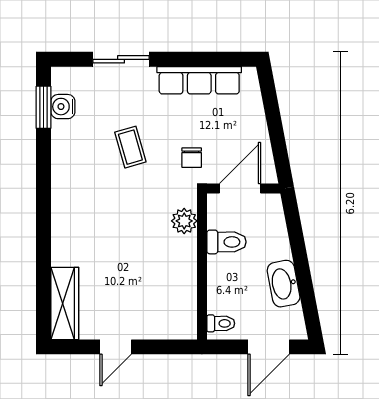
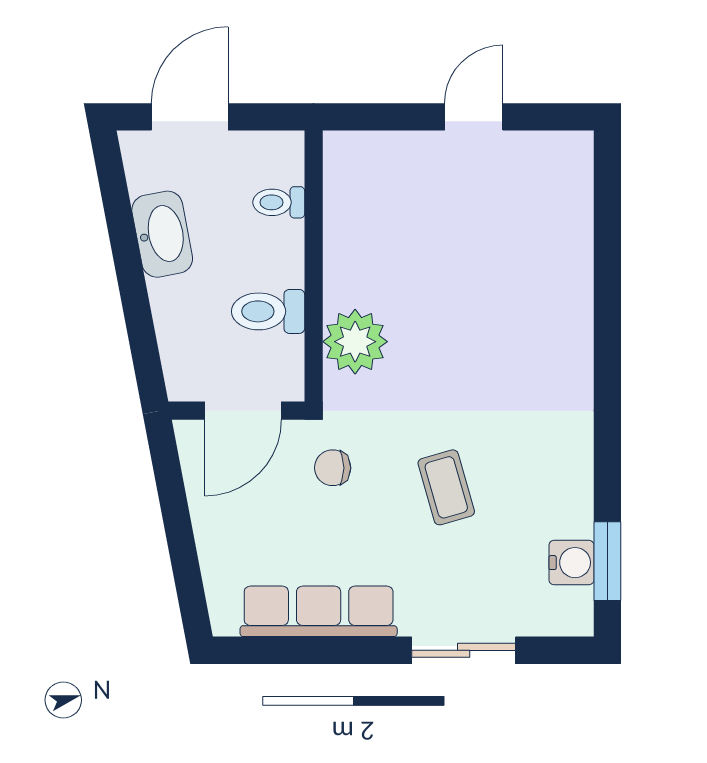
chair: (192, 158) -> (333, 468), turned -90
plant: (184, 221) -> (355, 342), width x1.36, depth x1.36
wardrobe: (65, 303) -> (568, 197), removed
toilet: (221, 323) -> (279, 202), moved

